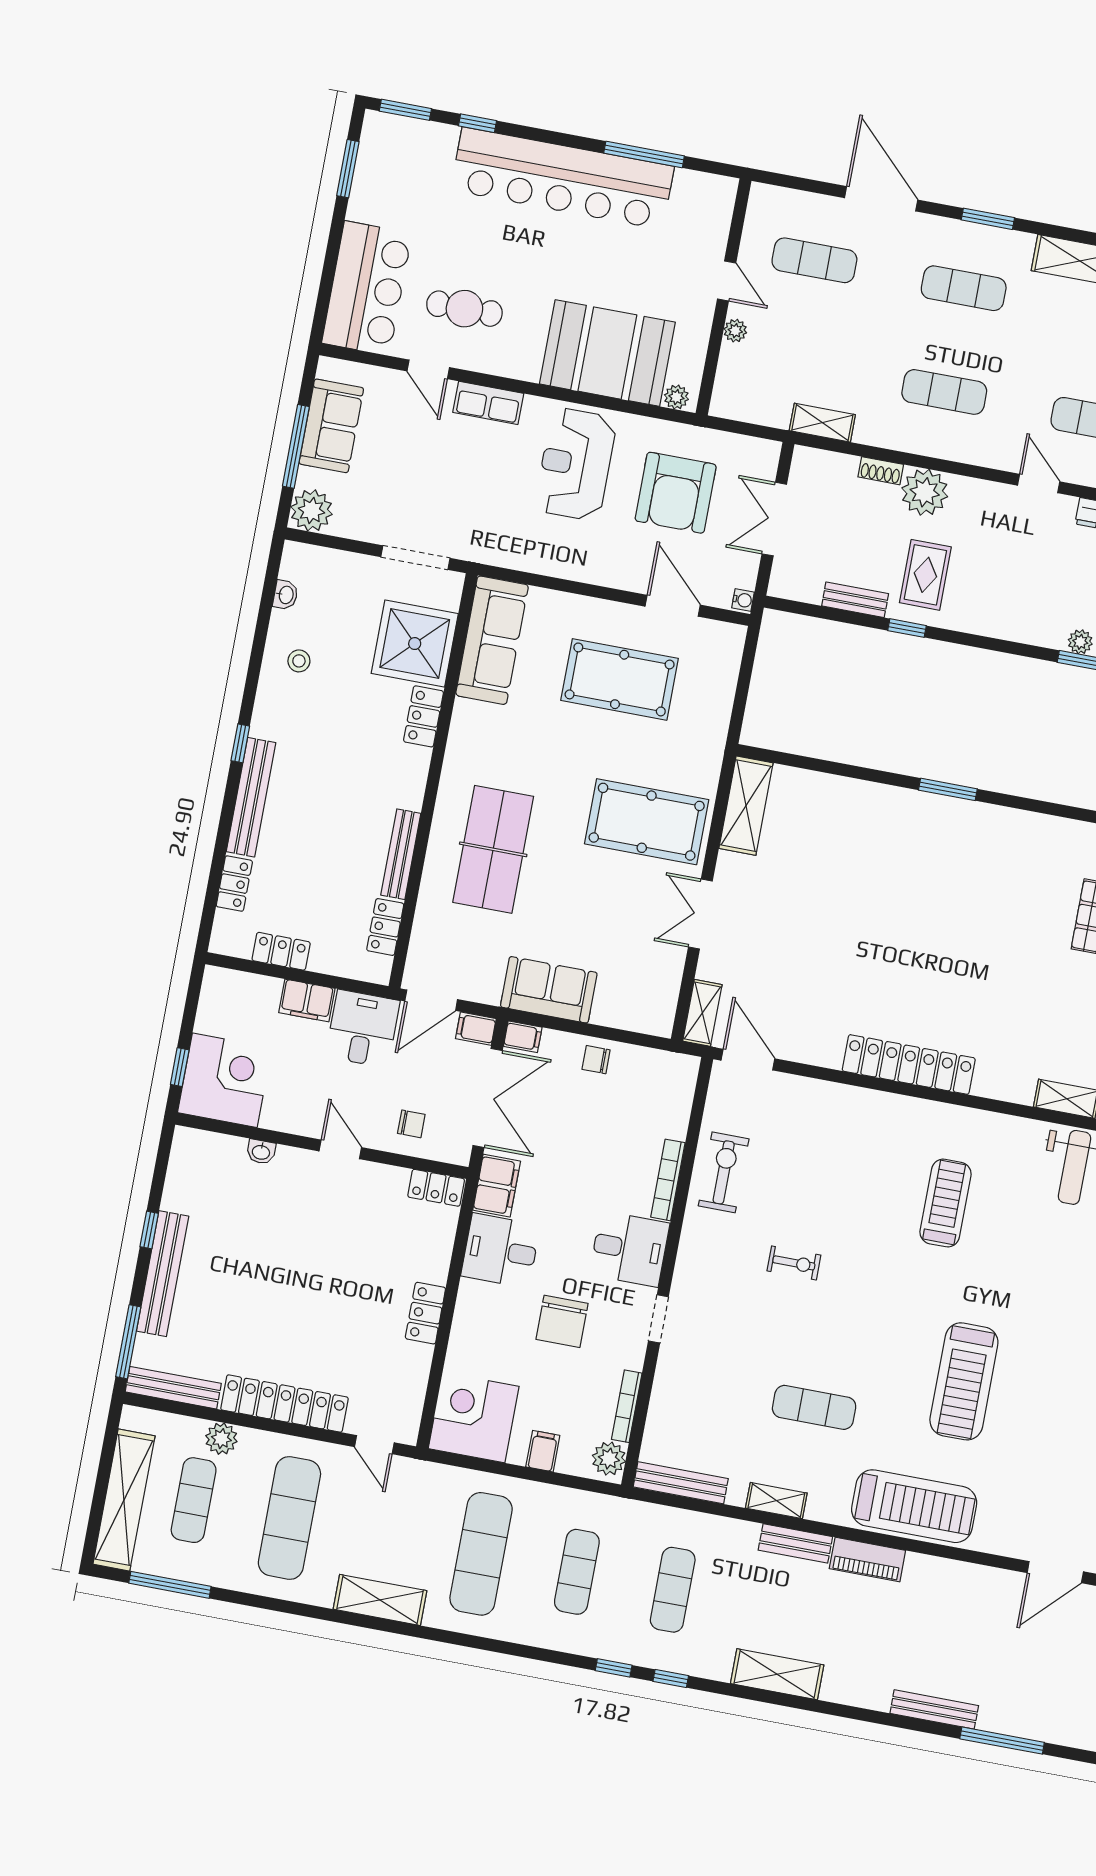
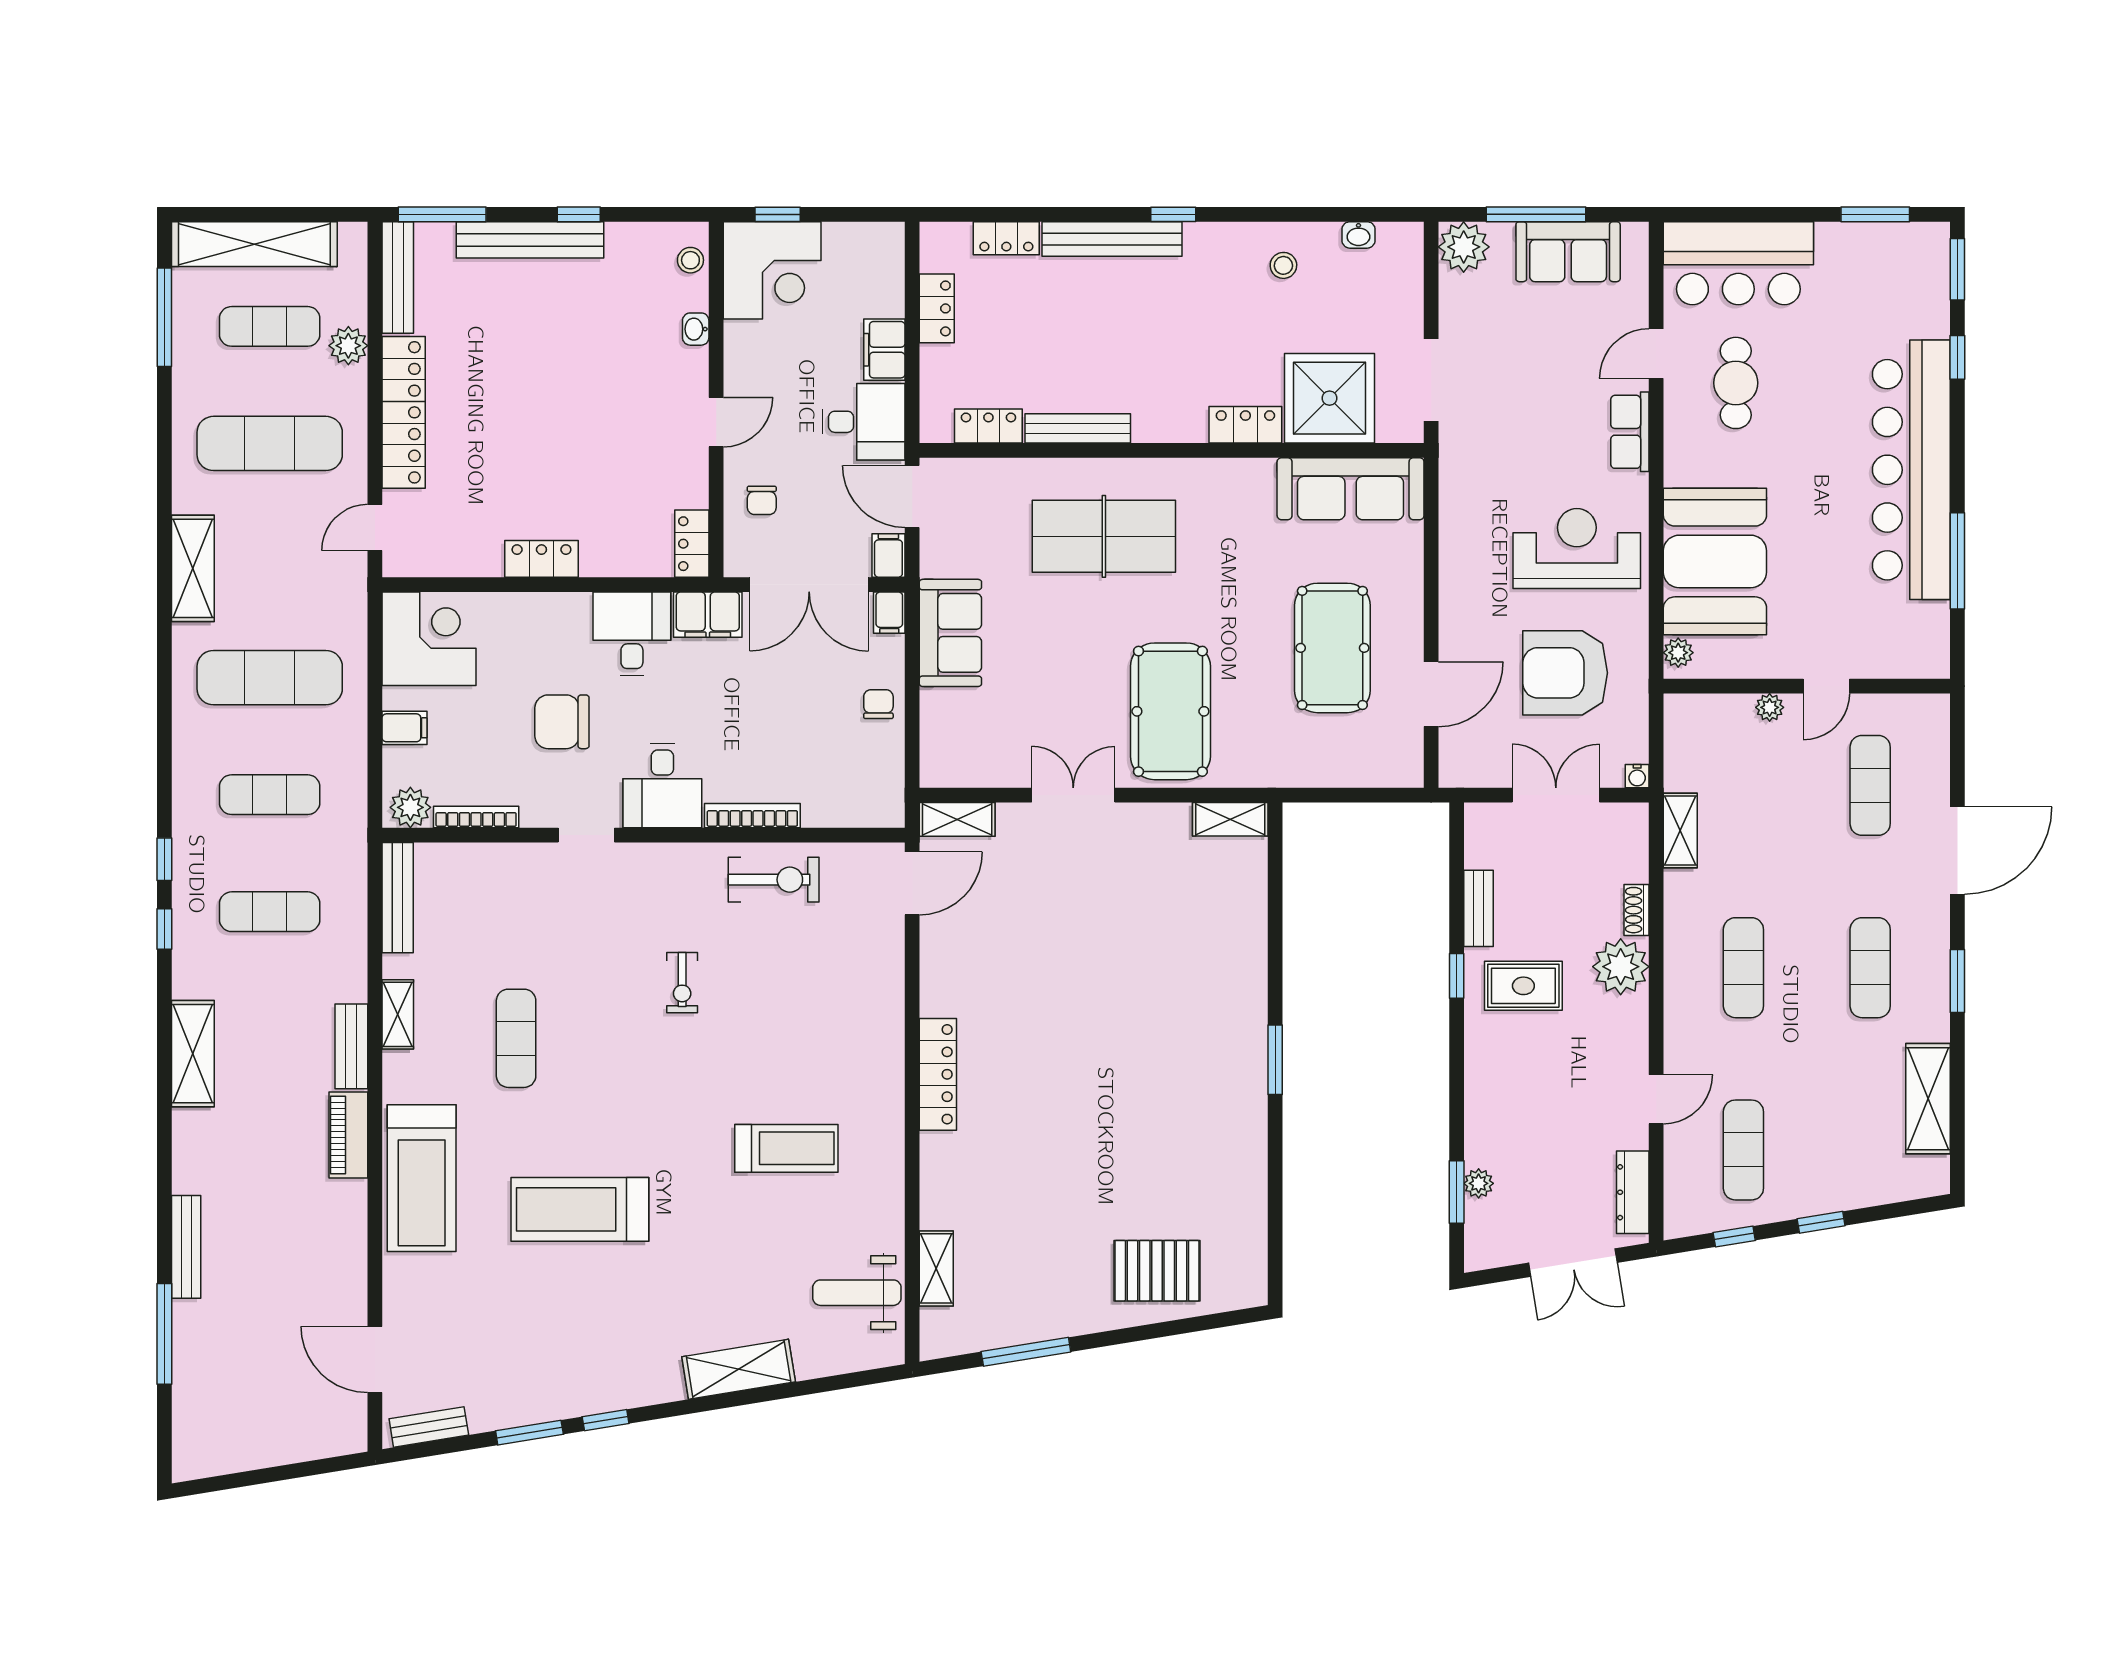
water cooler: (743, 600) -> (1637, 776), moved
shelving: (746, 806) -> (1230, 819), width x0.67, depth x0.75
locker: (909, 1064) -> (938, 1074), width x0.71, depth x0.83
stool: (204, 1145) -> (690, 260), added

